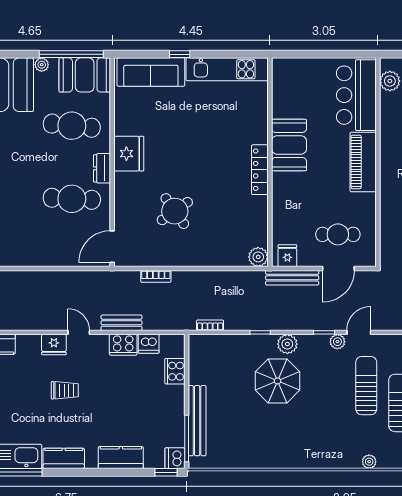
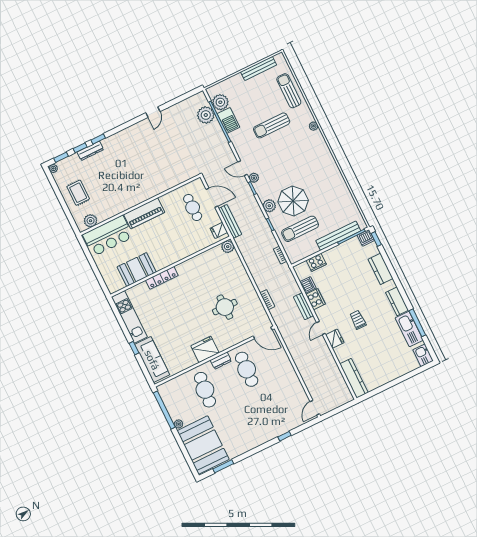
booth: (85, 75) -> (172, 397), removed
booth: (289, 145) -> (137, 270), moved
locker: (260, 170) -> (162, 278), moved
round table: (175, 211) -> (225, 307), turned 35
sun lounger: (366, 386) -> (300, 229), moved

